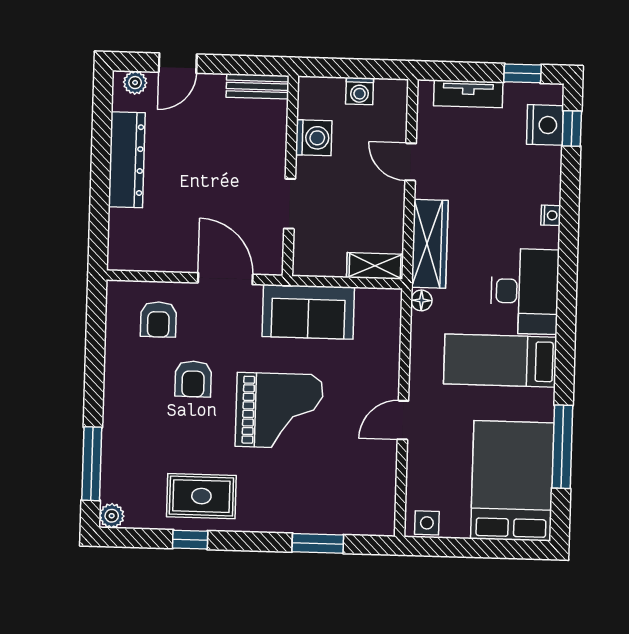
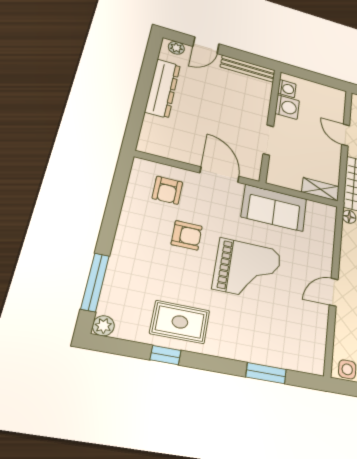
bench: (258, 86) -> (248, 69), width x1.36
washing machine: (360, 91) -> (287, 89), moved, turned -90
armchair: (193, 379) -> (187, 235), turned -90

